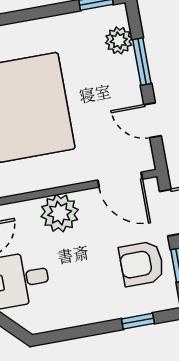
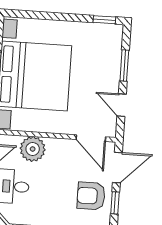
plant: (119, 40) -> (113, 48), removed
plant: (60, 213) -> (33, 149), moved

